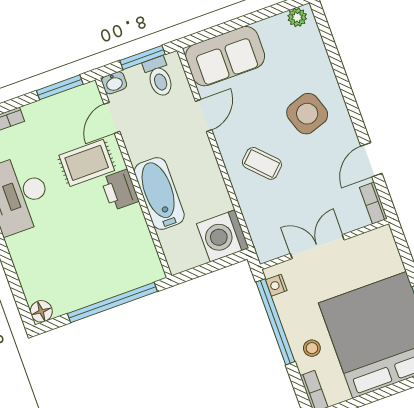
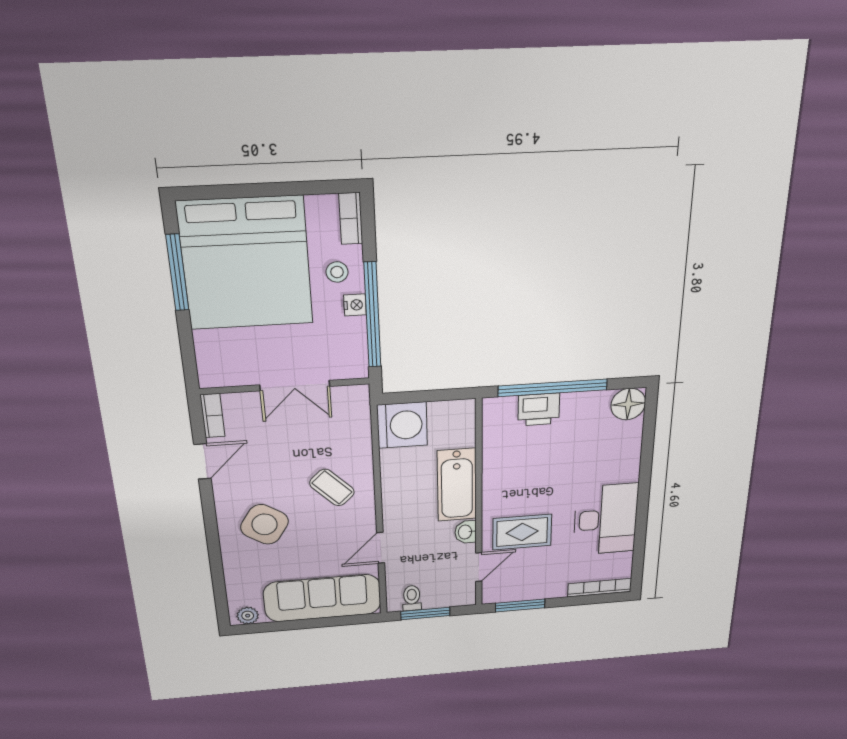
sofa: (225, 56) -> (323, 598), width x1.36
toilet: (159, 77) -> (412, 598), width x0.73, depth x0.72
washbasin: (114, 83) -> (466, 532), moved, turned -90
side table: (307, 114) -> (265, 524), turned -38
printer: (120, 190) -> (539, 410), moved, turned 90
nightstand: (276, 285) -> (355, 305), moved
floor lamp: (41, 311) -> (628, 404), width x1.38, depth x1.38

